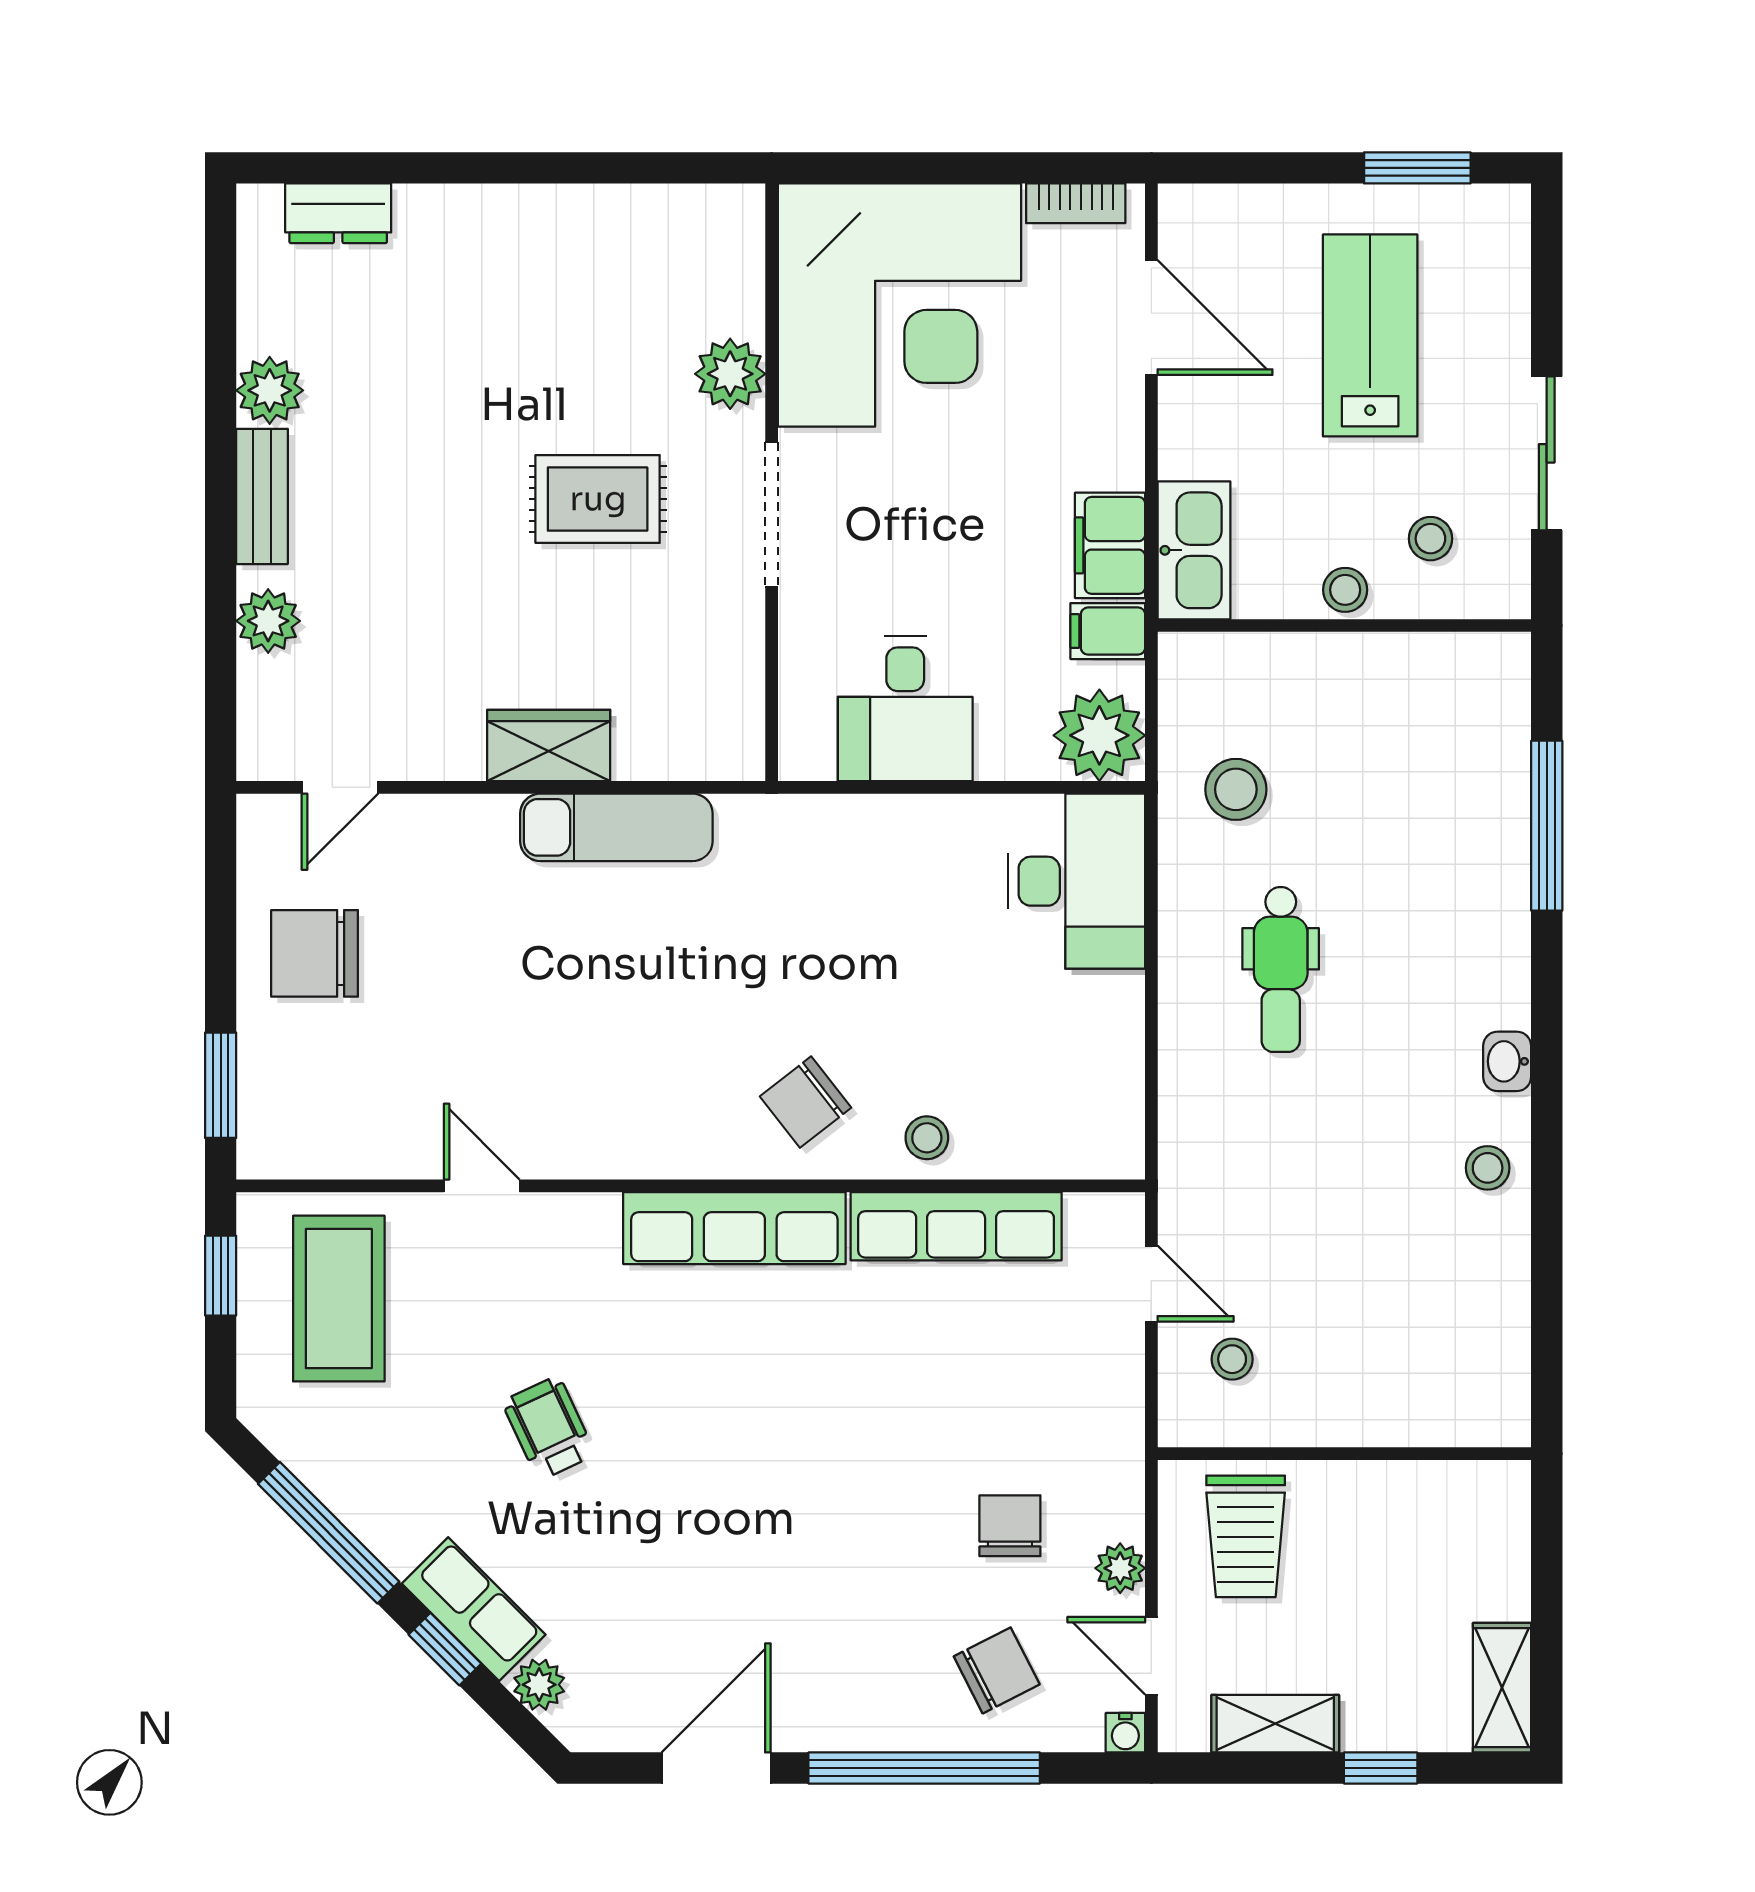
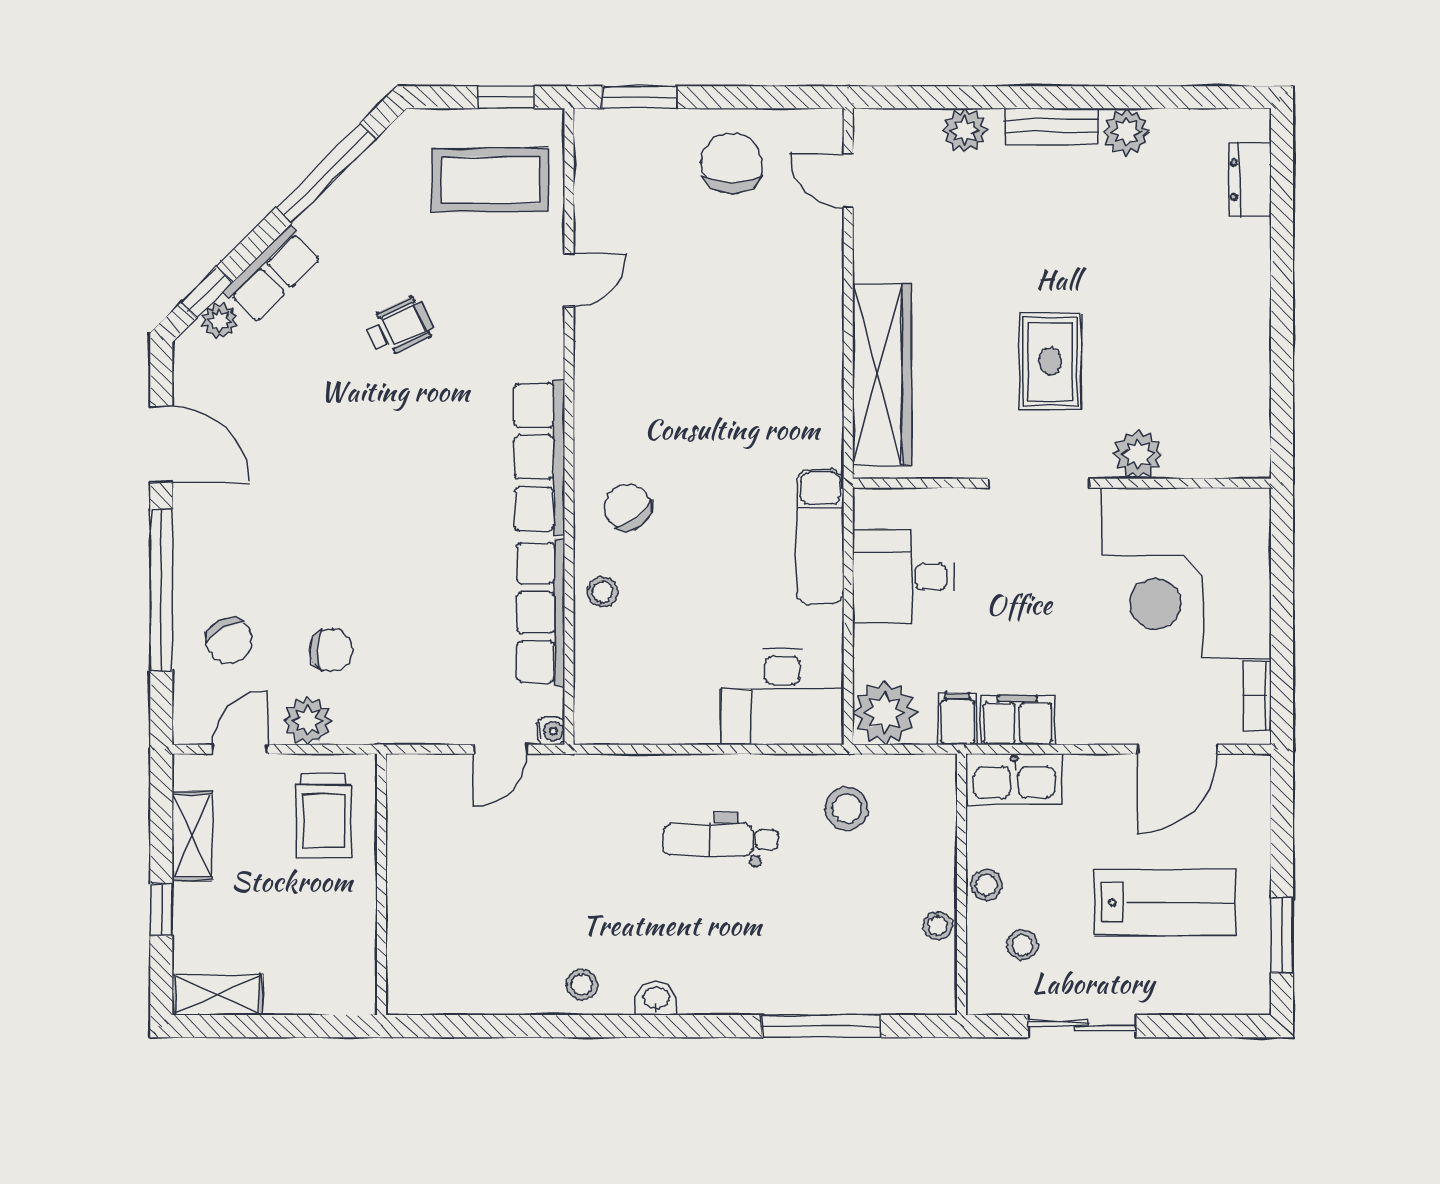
wardrobe: (549, 745) -> (882, 374), width x2.10, depth x1.17
exam couch: (616, 827) -> (820, 537), moved
stool: (1232, 1359) -> (938, 926), moved
trolley: (1246, 1536) -> (324, 815), turned -90
plant: (1120, 1568) -> (308, 721), width x1.38, depth x1.38
window: (445, 1649) -> (207, 292), moved
water cooler: (1125, 1733) -> (551, 731), moved, turned 180

